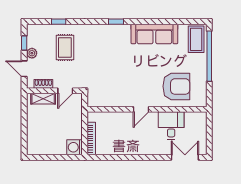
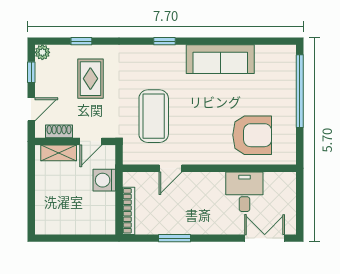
coffee table: (196, 39) -> (154, 116), moved, width x1.36, depth x1.32
plant: (32, 53) -> (42, 52), moved
door: (24, 69) -> (31, 109), swing flipped
door: (141, 109) -> (170, 168), moved
washing machine: (75, 147) -> (104, 180), moved
window: (123, 157) -> (174, 238), added

